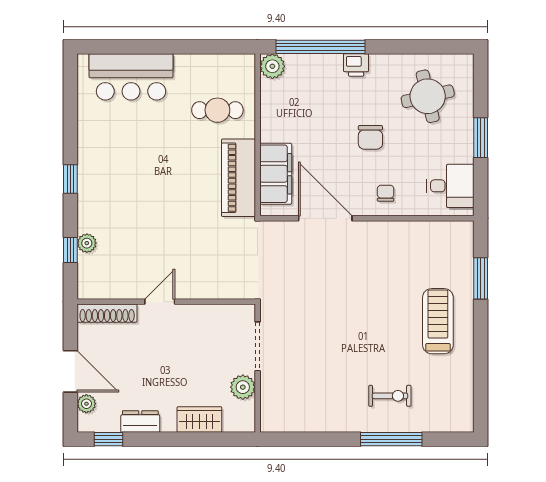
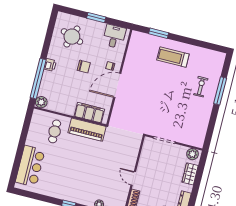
round table: (428, 96) -> (72, 37), turned 32
door: (325, 218) -> (117, 85), moved
plant: (243, 387) -> (192, 154), moved

